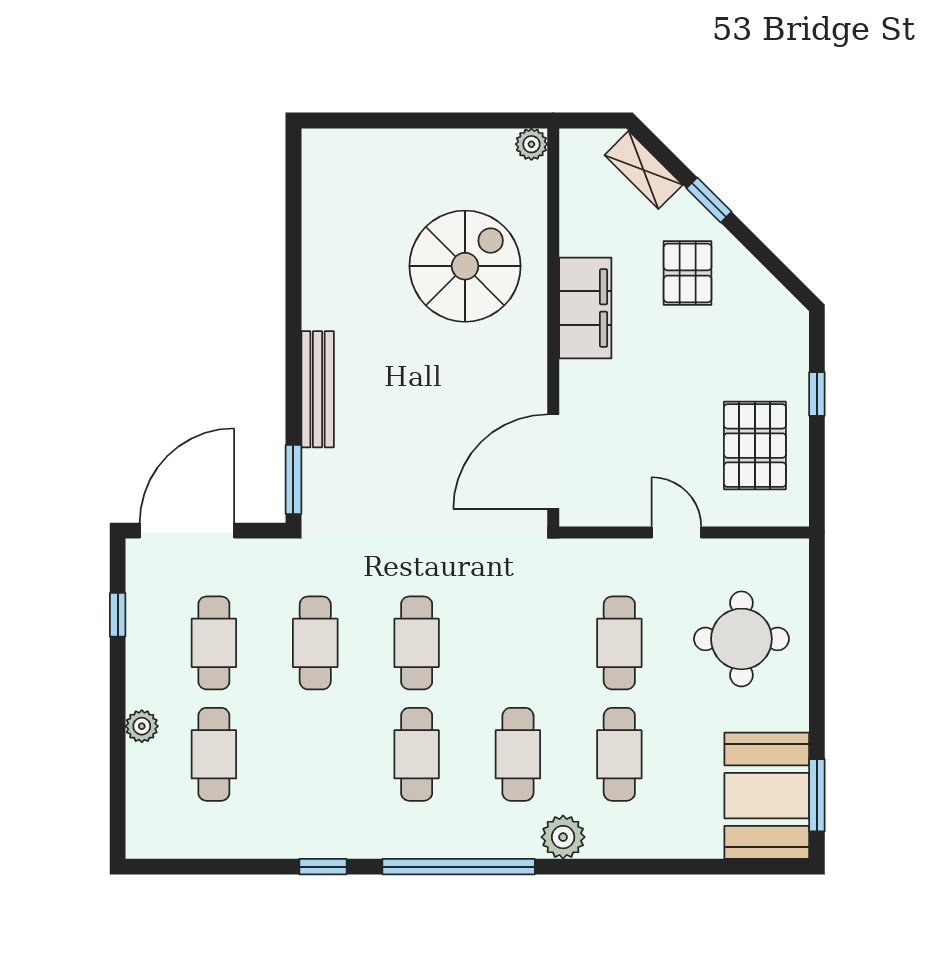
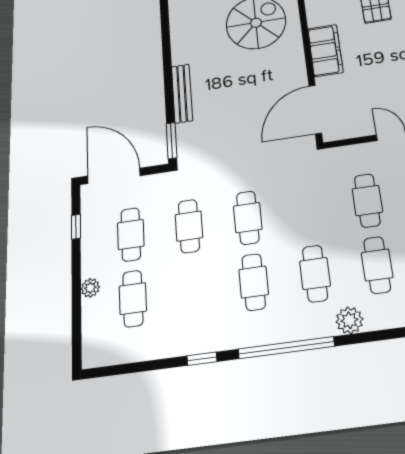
filing cabinet: (585, 308) -> (325, 50), moved
door: (187, 531) -> (114, 176), hinge flipped

